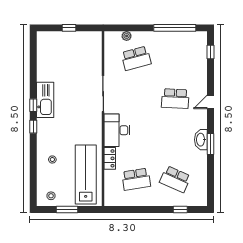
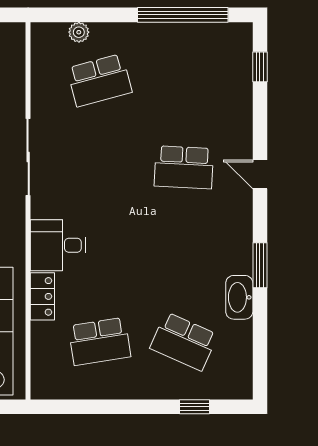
door: (210, 102) -> (260, 174), hinge flipped
desk: (117, 130) -> (58, 245), width x0.73
washbasin: (201, 140) -> (239, 297), moved

